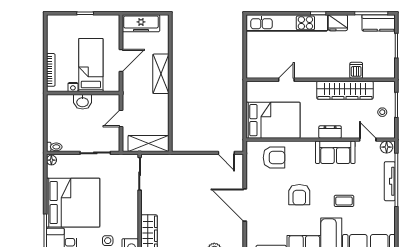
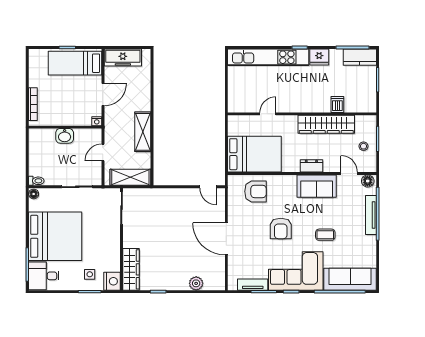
bed: (91, 65) -> (75, 63), moved, turned -90
shelving: (161, 74) -> (143, 132), moved
nightstand: (73, 87) -> (97, 121), moved

